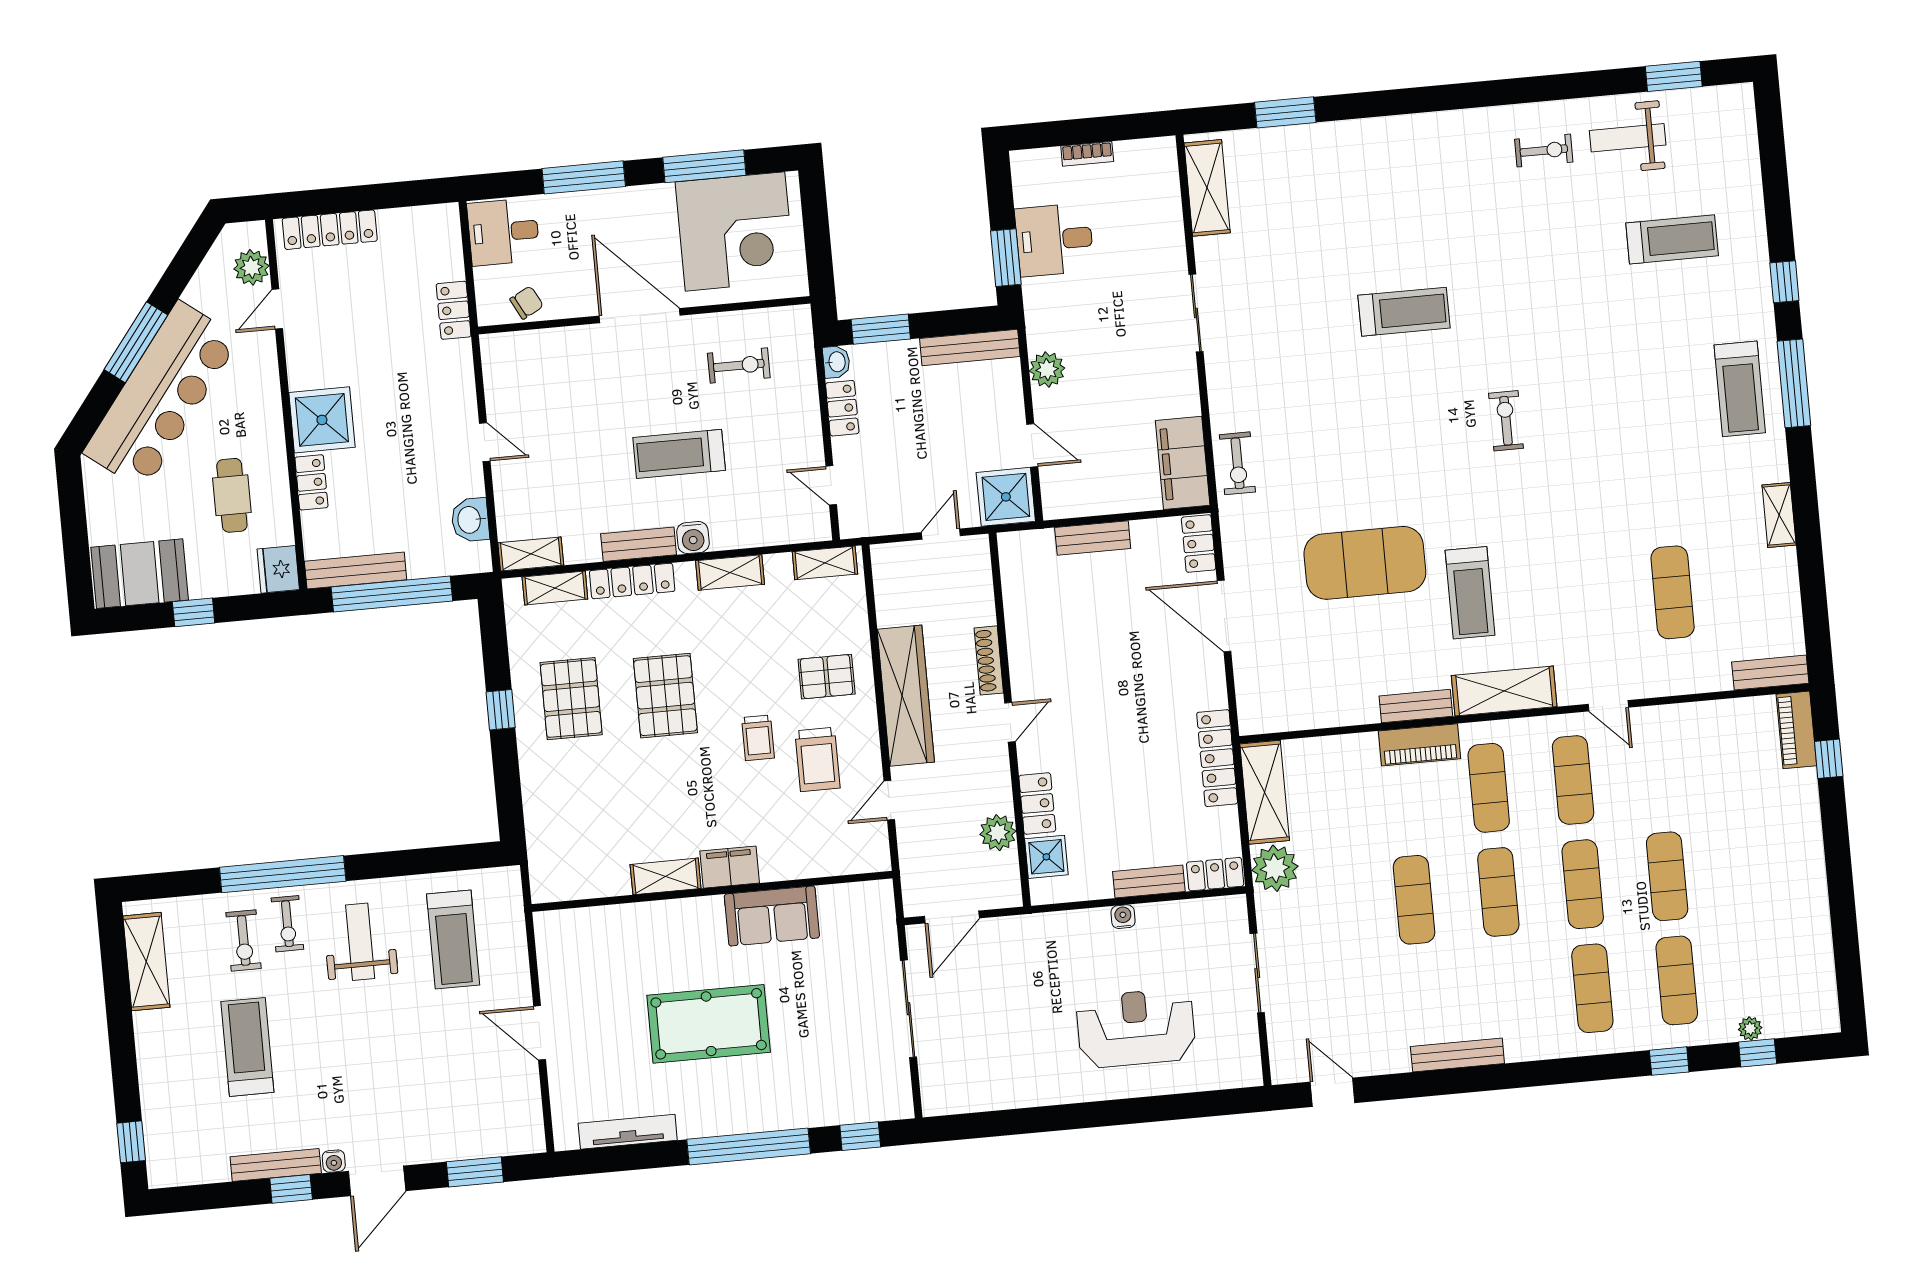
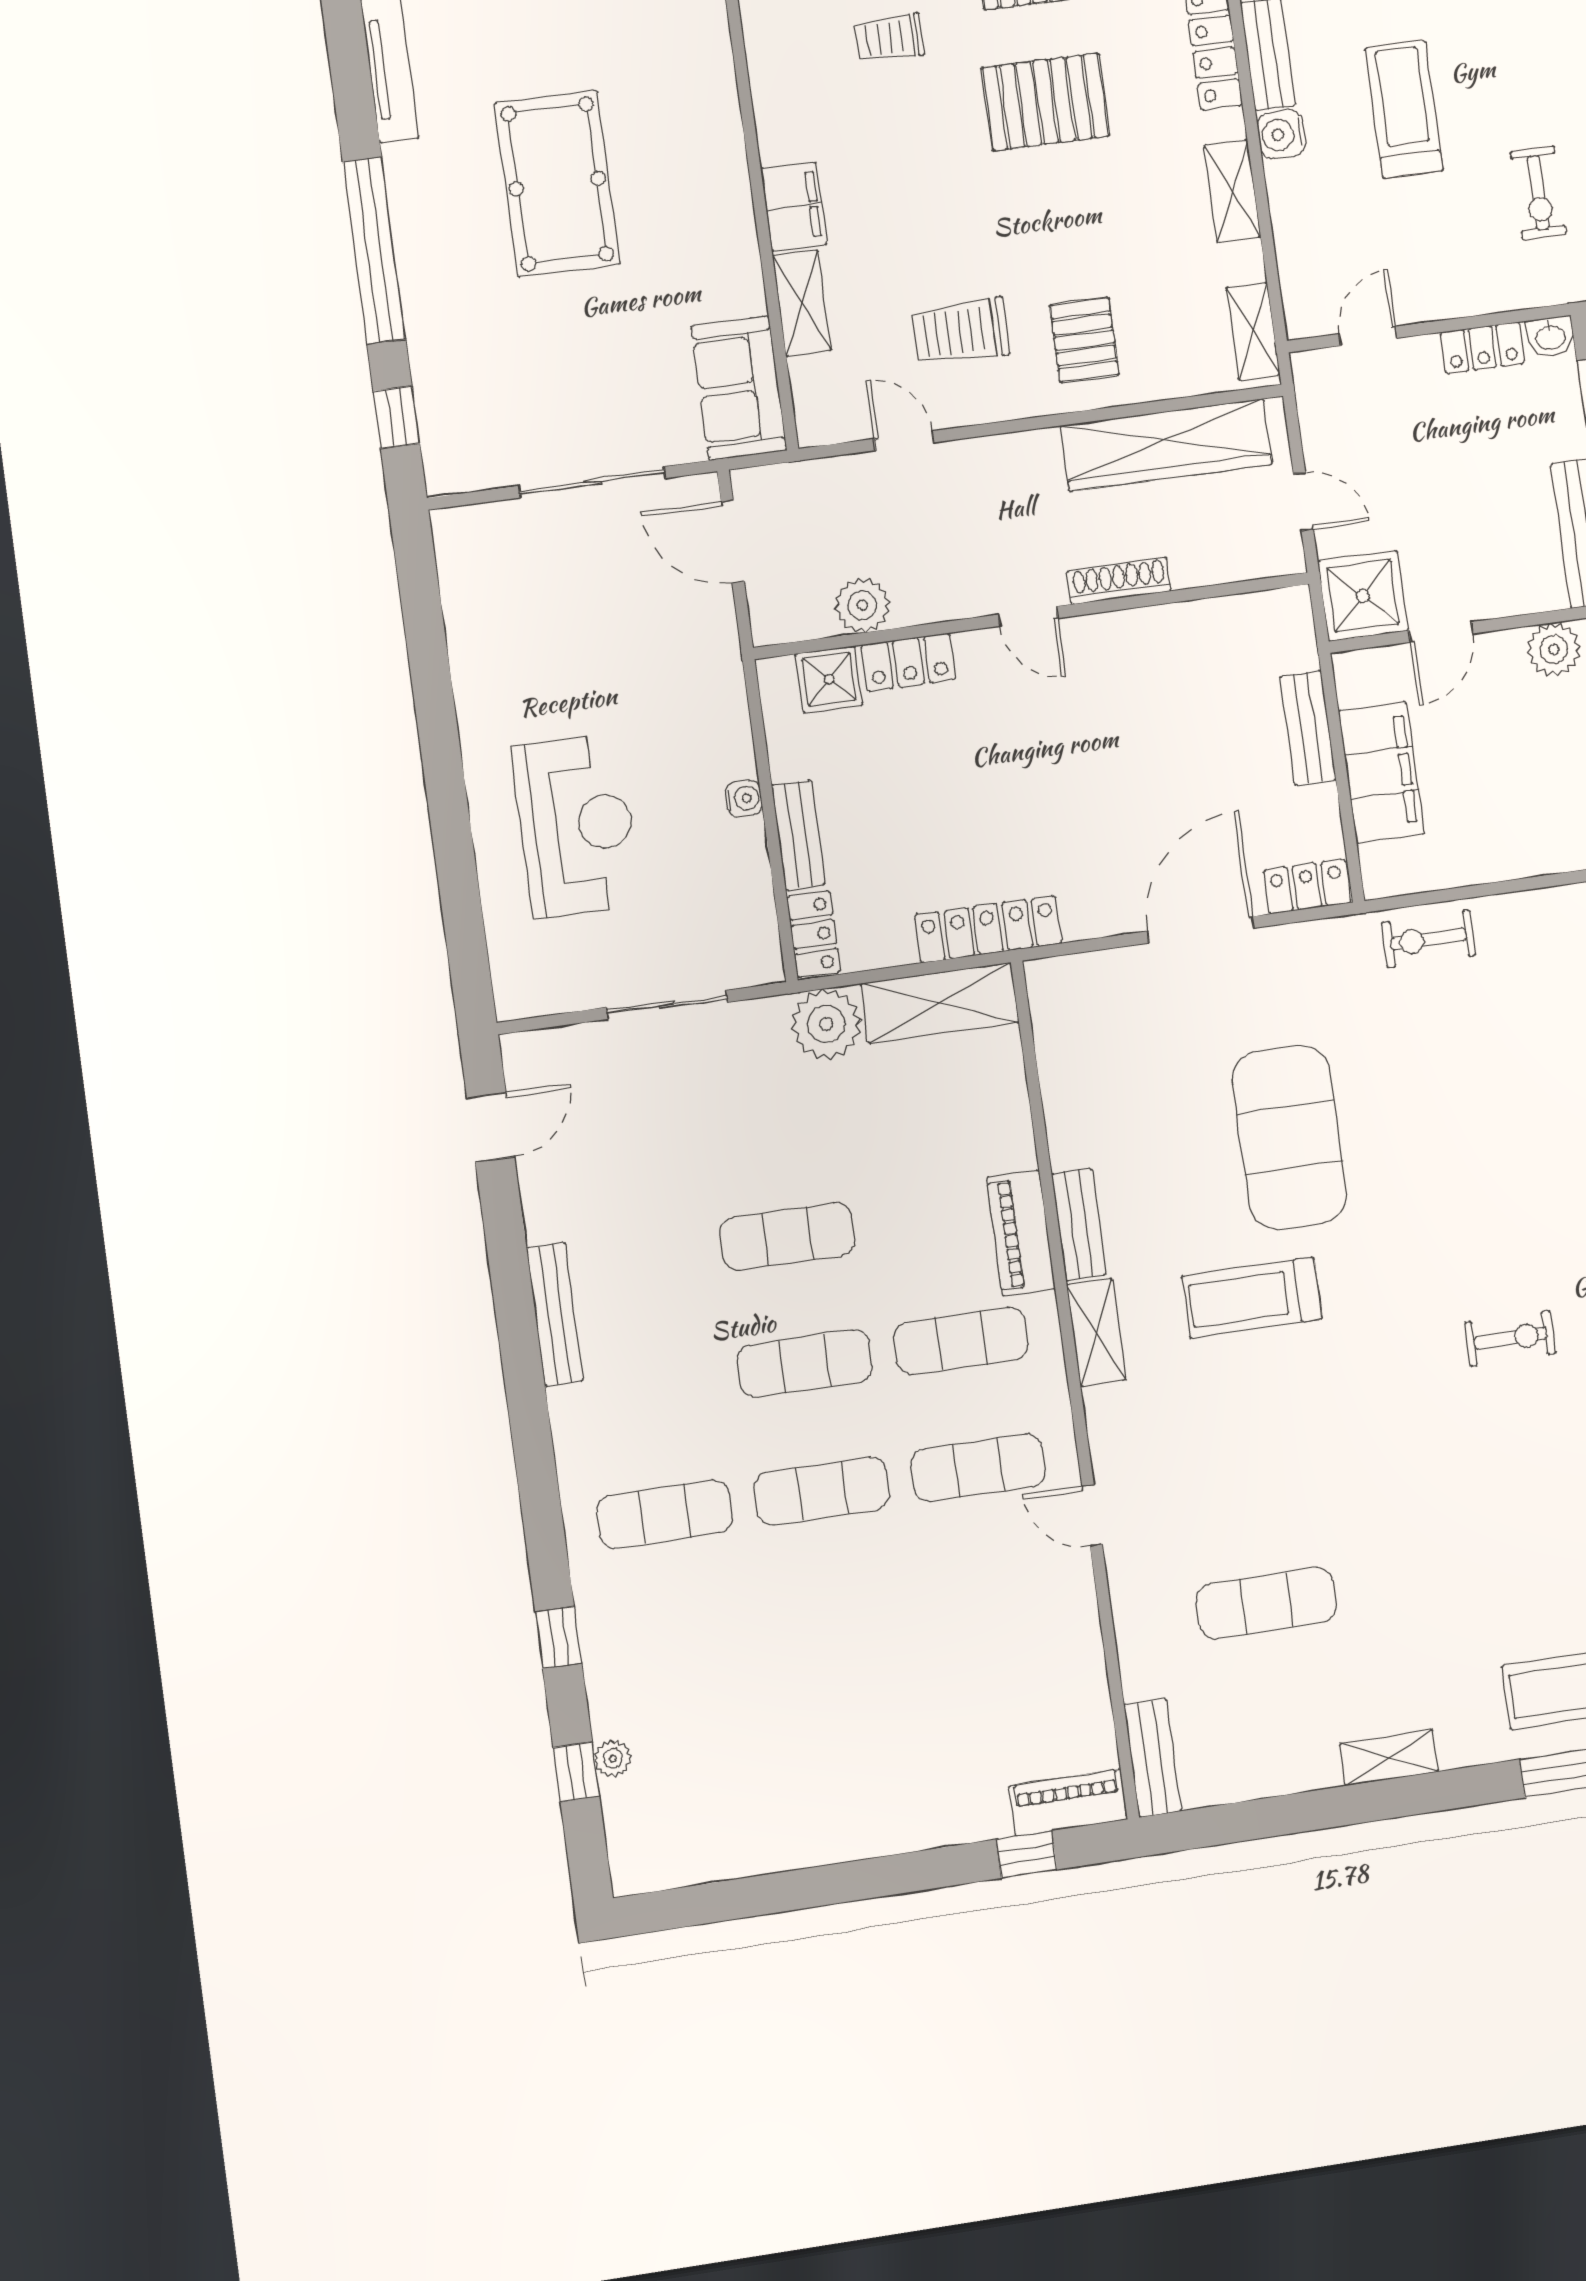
filing cabinet: (1183, 463) -> (1381, 772), moved, turned 90
shelving: (1504, 691) -> (1096, 1332), width x0.67, depth x0.75
wardrobe: (906, 696) -> (1166, 445), moved
door: (1608, 706) -> (1092, 1515), hinge flipped
trolley: (758, 738) -> (889, 38), moved
shelving: (666, 876) -> (802, 303), moved
exercise mat: (1667, 876) -> (839, 1619), removed
sofa: (772, 916) -> (739, 388), moved
exercise mat: (1677, 980) -> (682, 1642), removed

